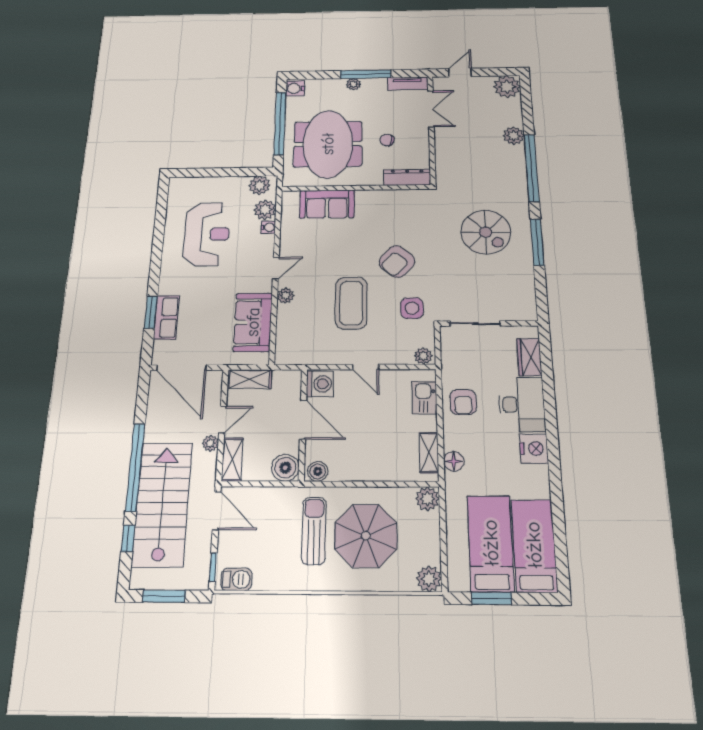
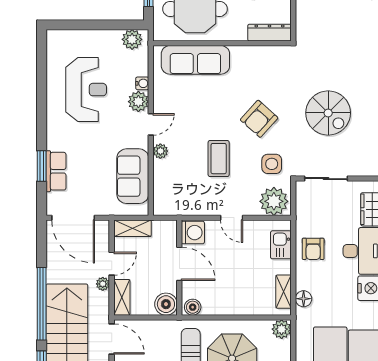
sofa: (327, 204) -> (195, 60), width x1.36
plant: (265, 210) -> (138, 102), moved
spiral stairs: (486, 232) -> (328, 113), moved
coffee table: (351, 303) -> (219, 159), width x0.73, depth x0.76
plant: (423, 356) -> (274, 201), width x1.88, depth x1.88

